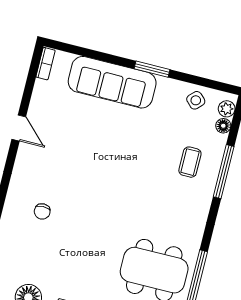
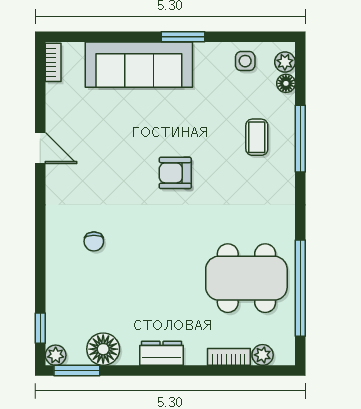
side table: (196, 100) -> (245, 61), turned 45
armchair: (119, 174) -> (175, 173), added

